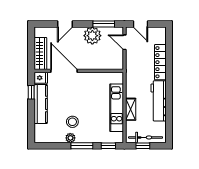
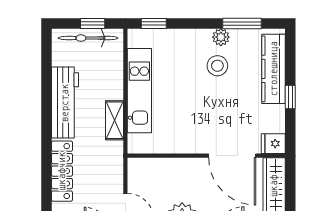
window: (31, 92) -> (290, 97), moved
kitchen counter: (41, 104) -> (274, 69), moved
shelving: (131, 109) -> (115, 120), moved
window: (82, 146) -> (242, 23), moved

